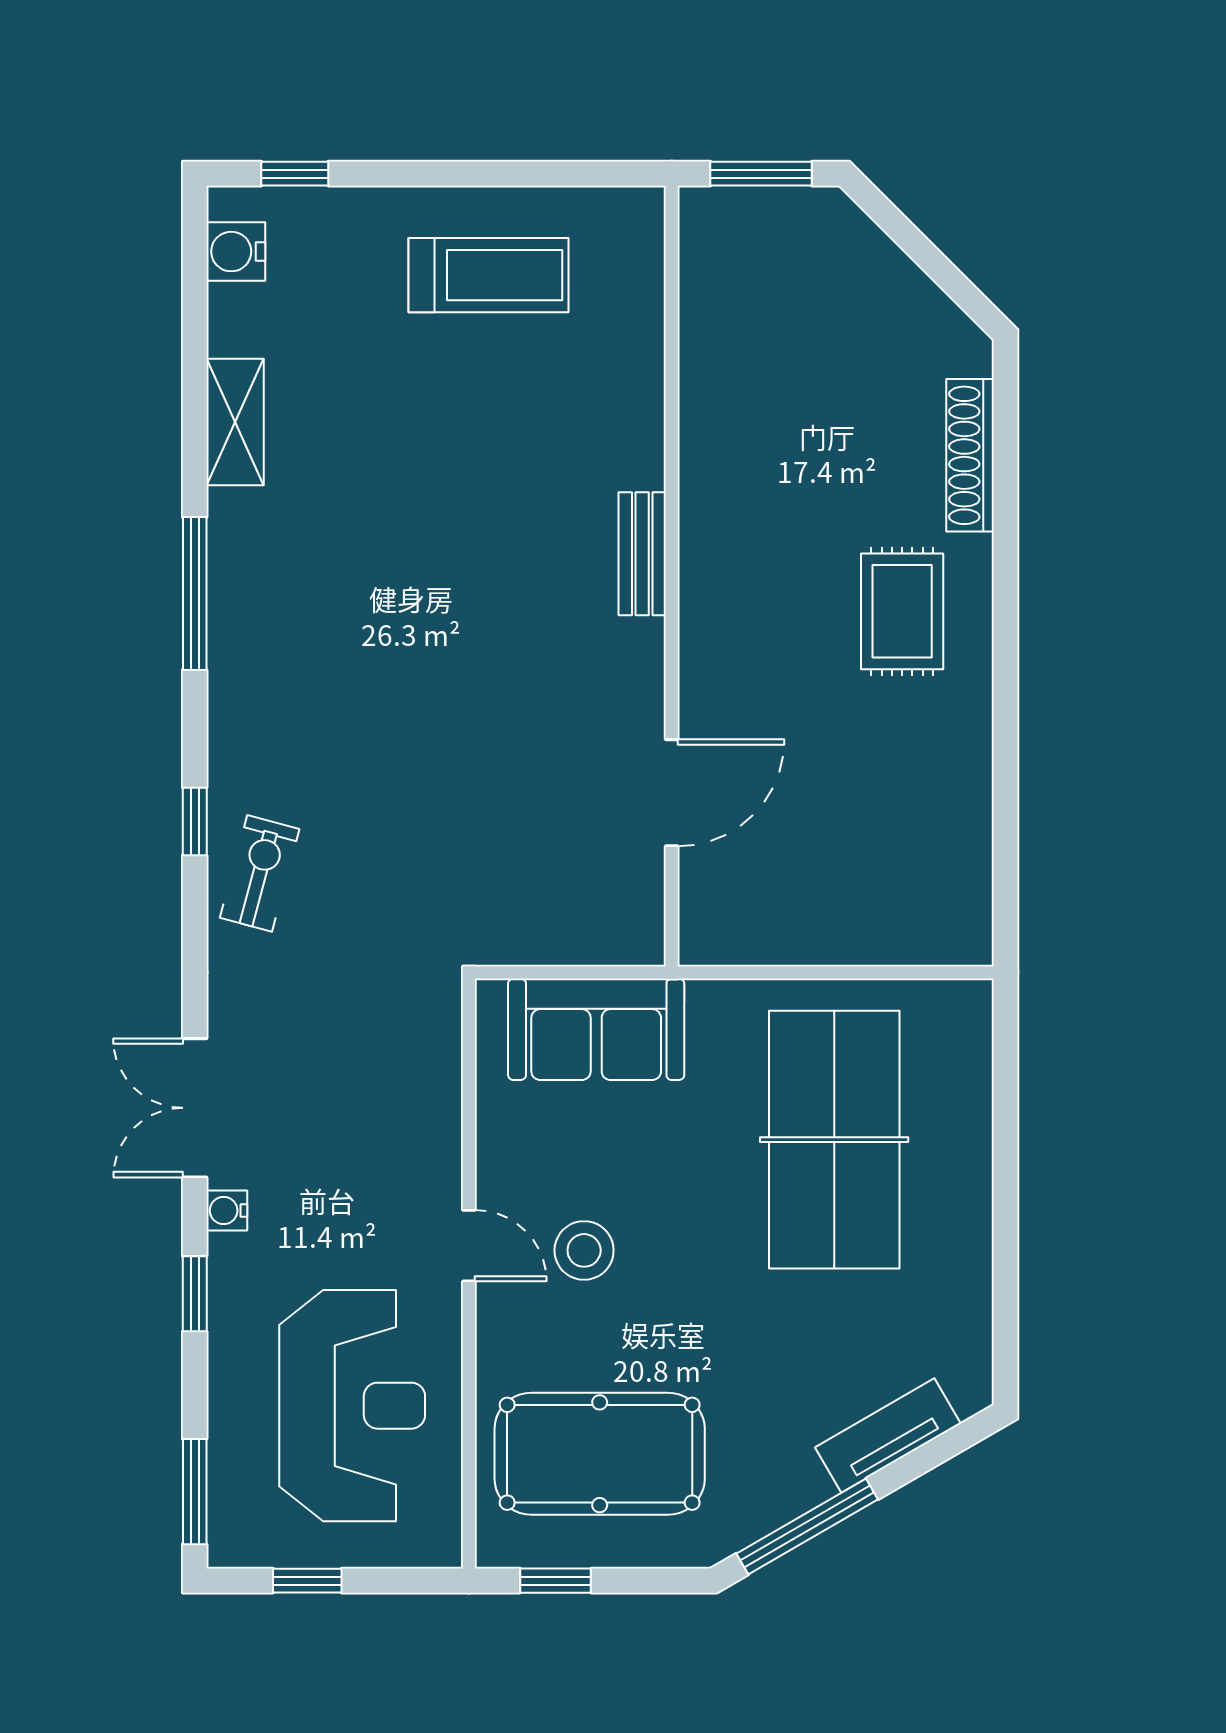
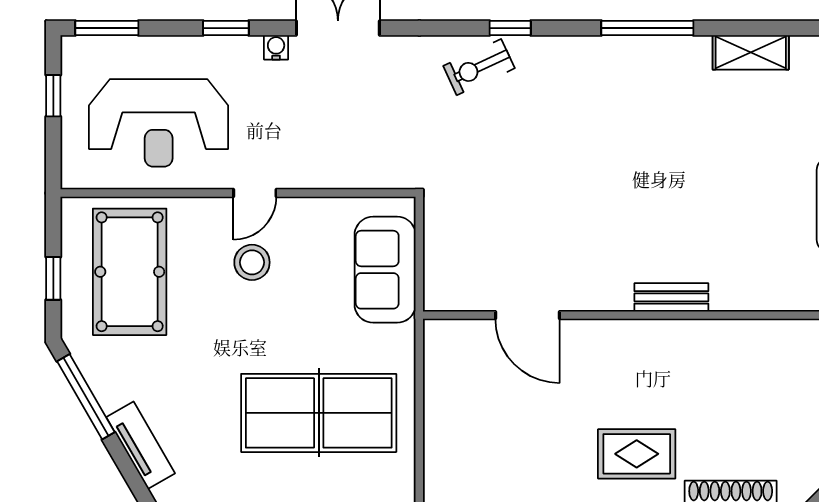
exercise bike: (260, 873) -> (479, 67), turned 140
window: (556, 1581) -> (53, 278), moved

